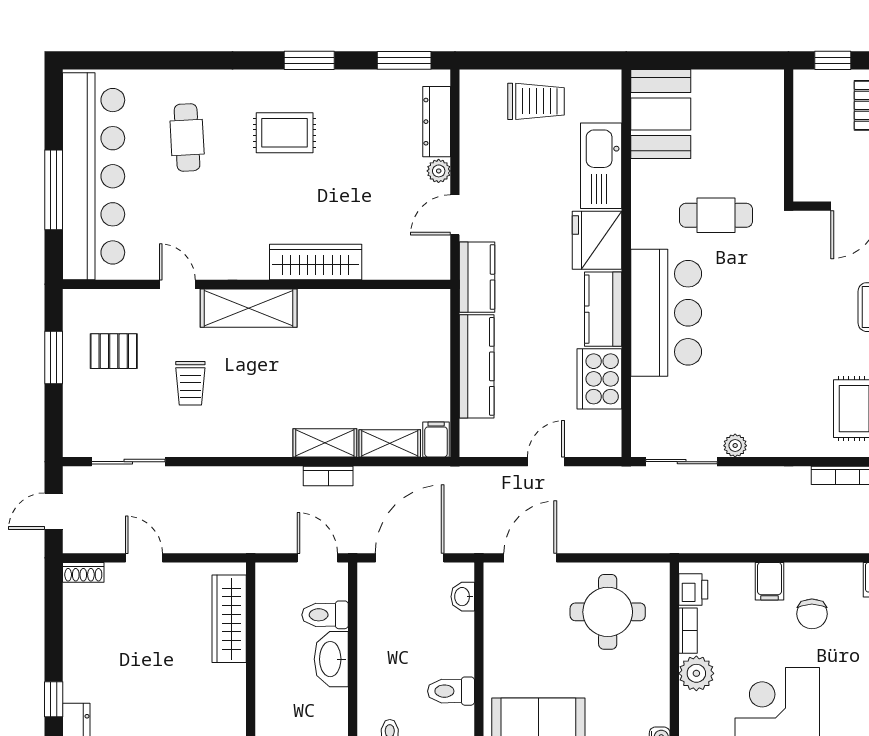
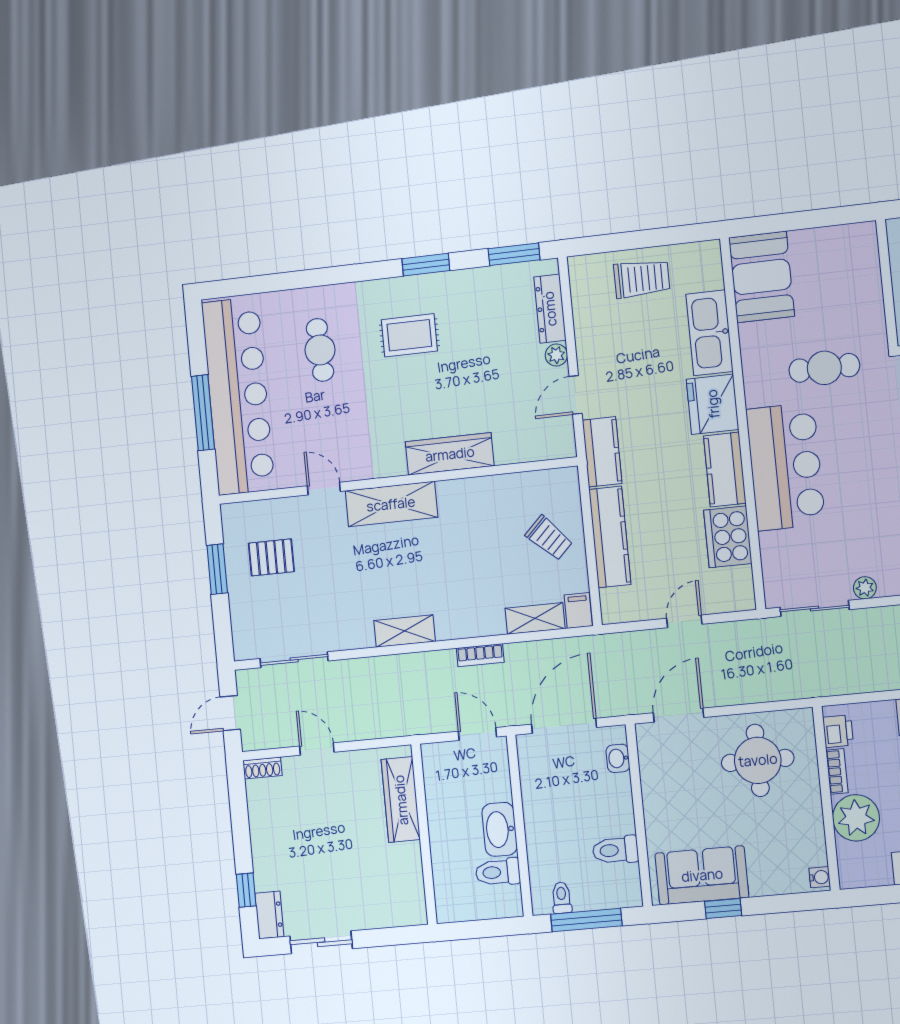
trolley: (190, 383) -> (549, 538), moved, turned -45
shelving: (325, 443) -> (405, 631), moved
toilet: (325, 615) -> (498, 872), moved
plant: (696, 673) -> (856, 818), width x1.36, depth x1.36

